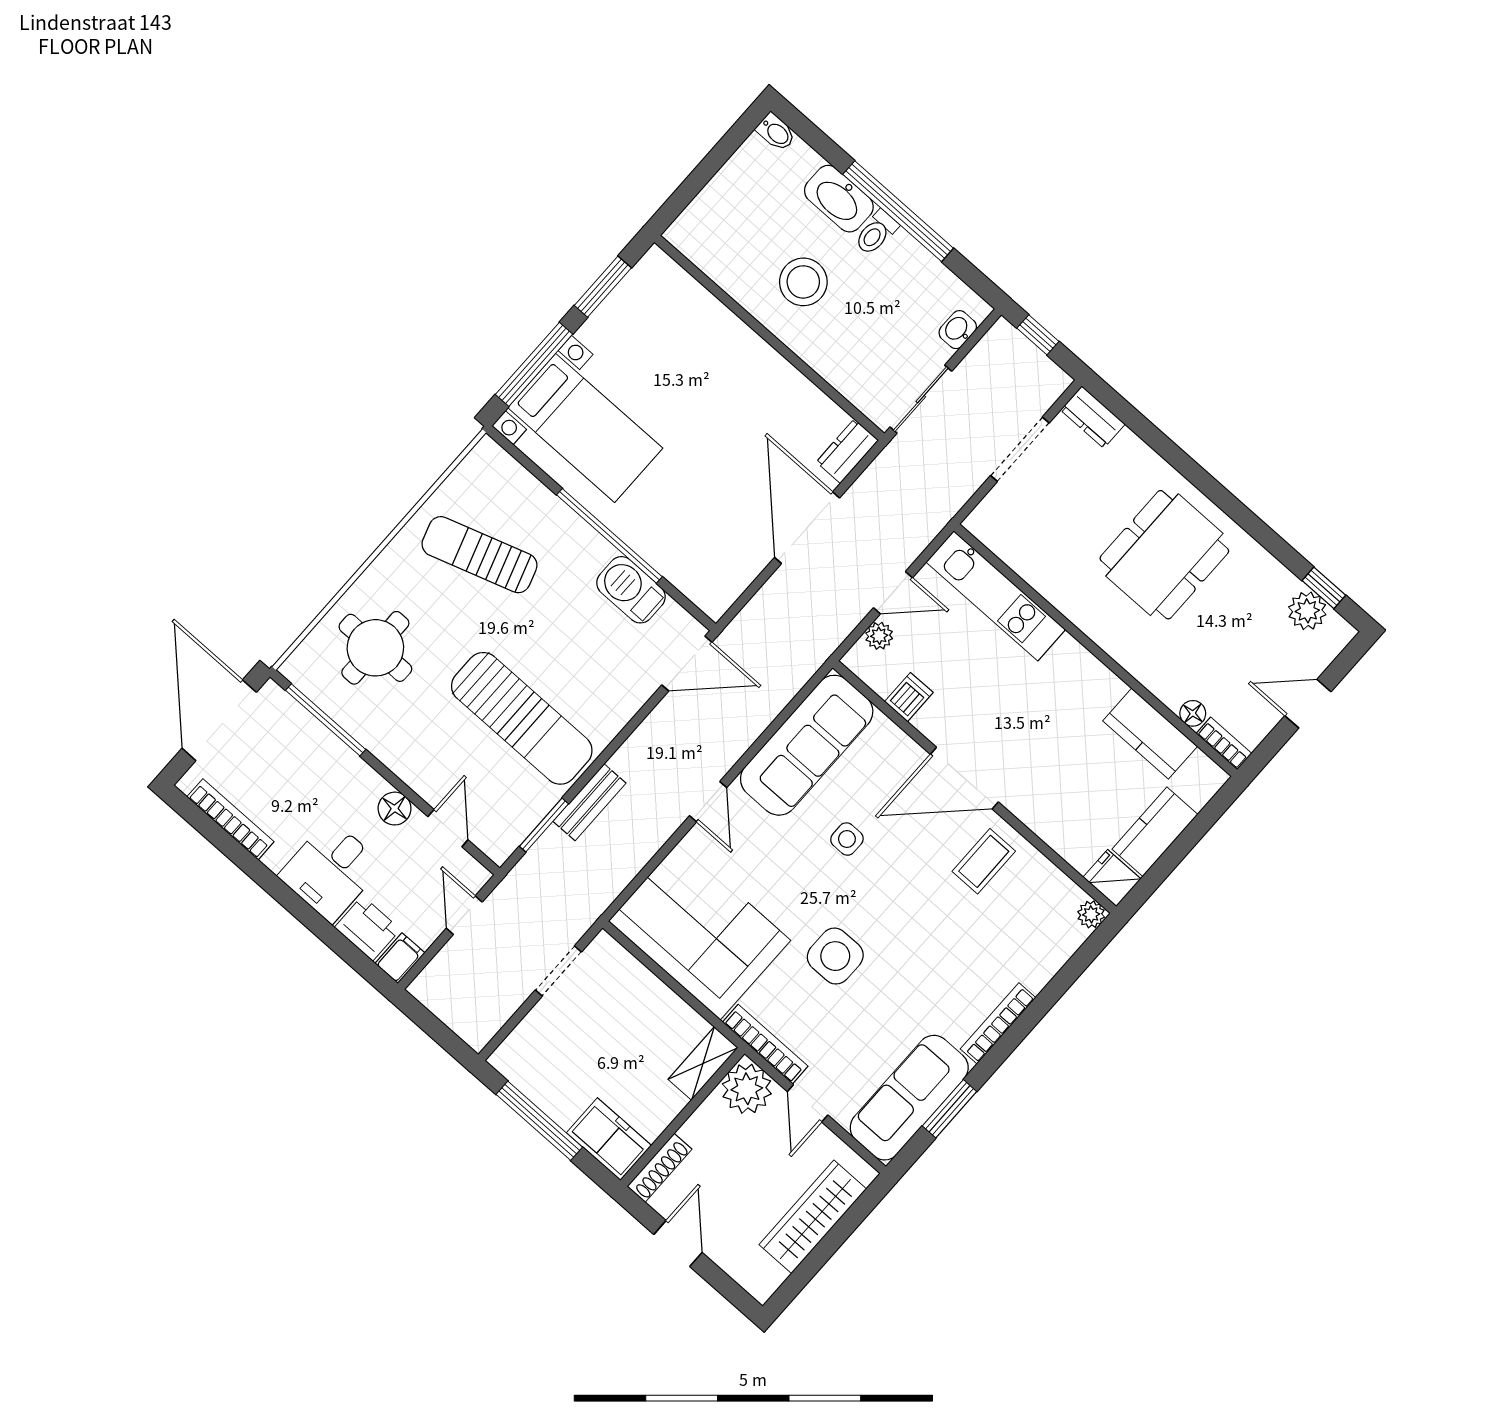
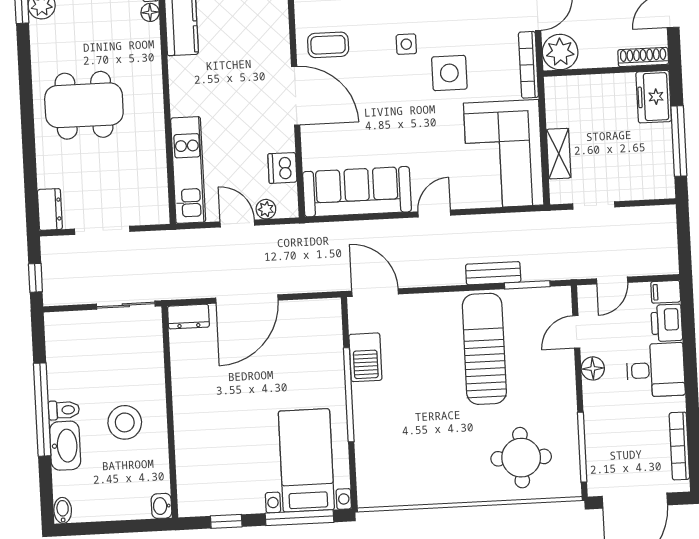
window: (603, 287) -> (226, 521), width x0.67
washbasin: (958, 330) -> (161, 506), moved, turned 90
sun lounger: (479, 555) -> (423, 451), removed
dishwasher: (909, 697) -> (282, 168), width x1.38
side table: (847, 839) -> (406, 44), moved
shelving: (703, 1063) -> (559, 154), moved, turned 90

